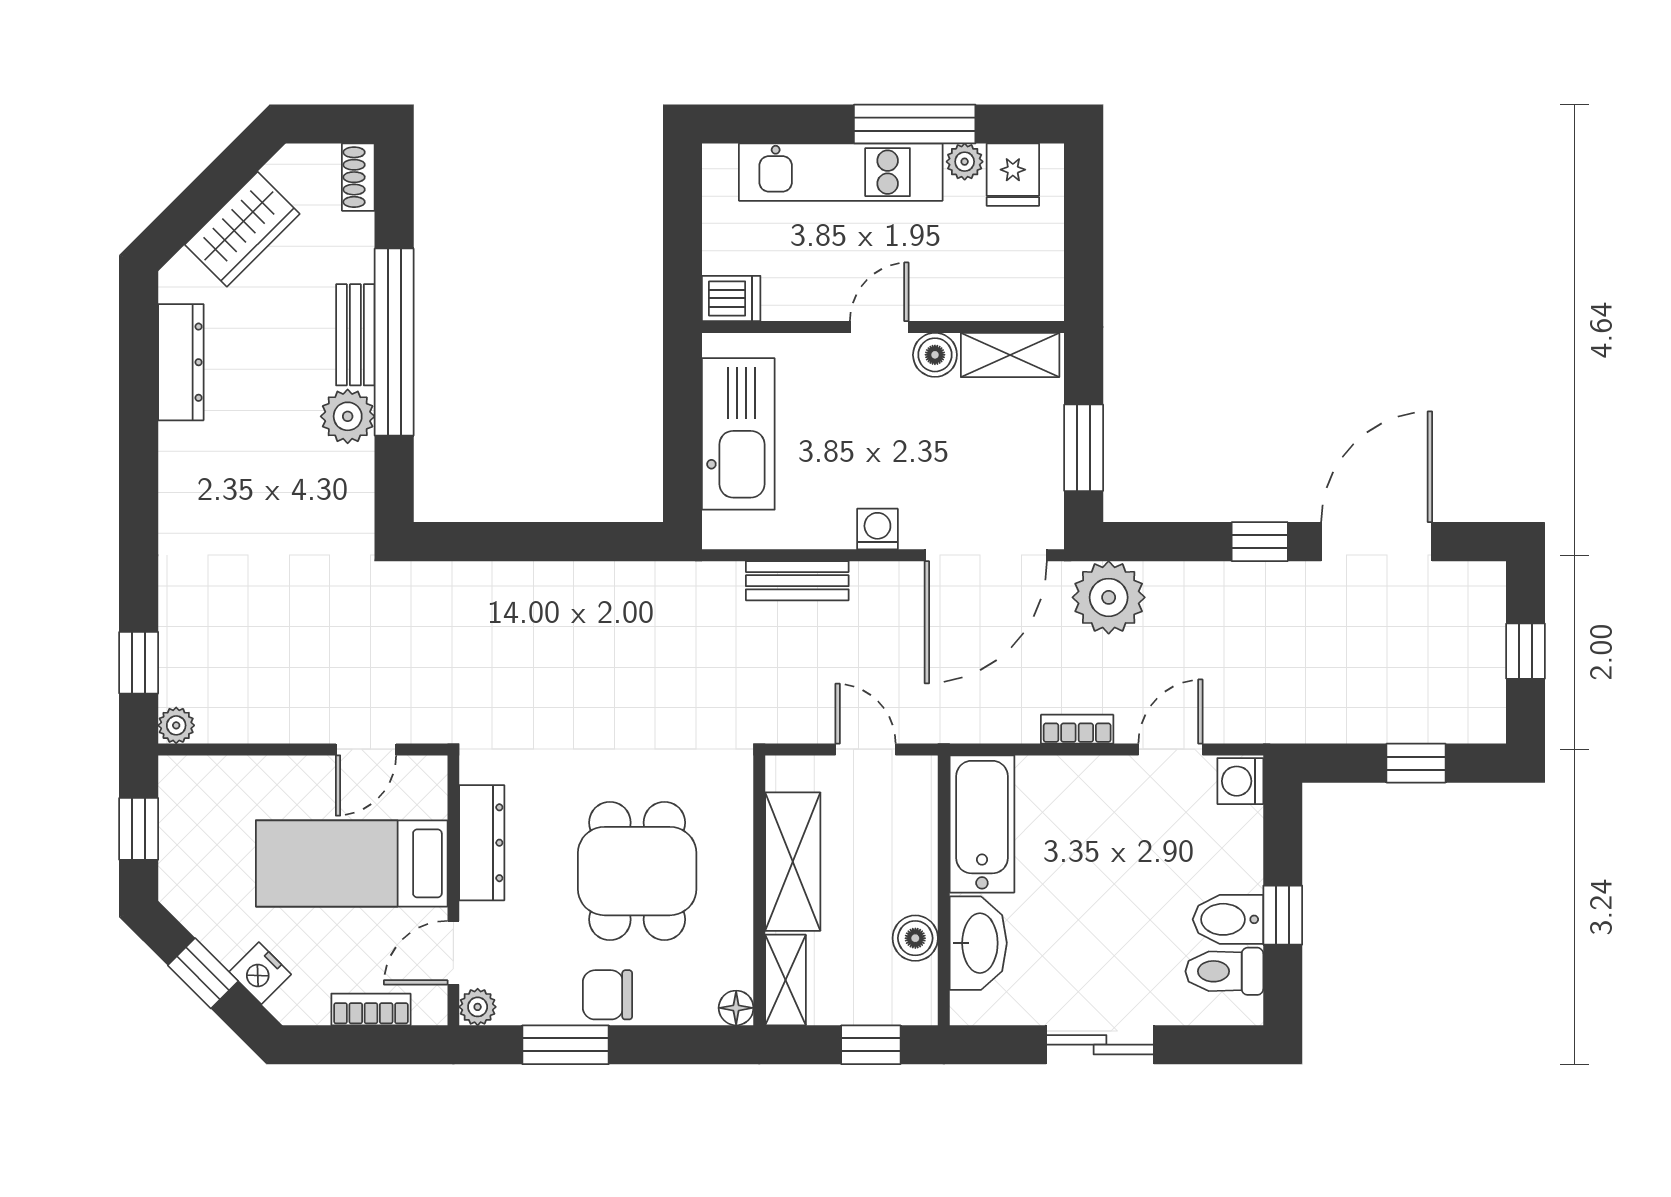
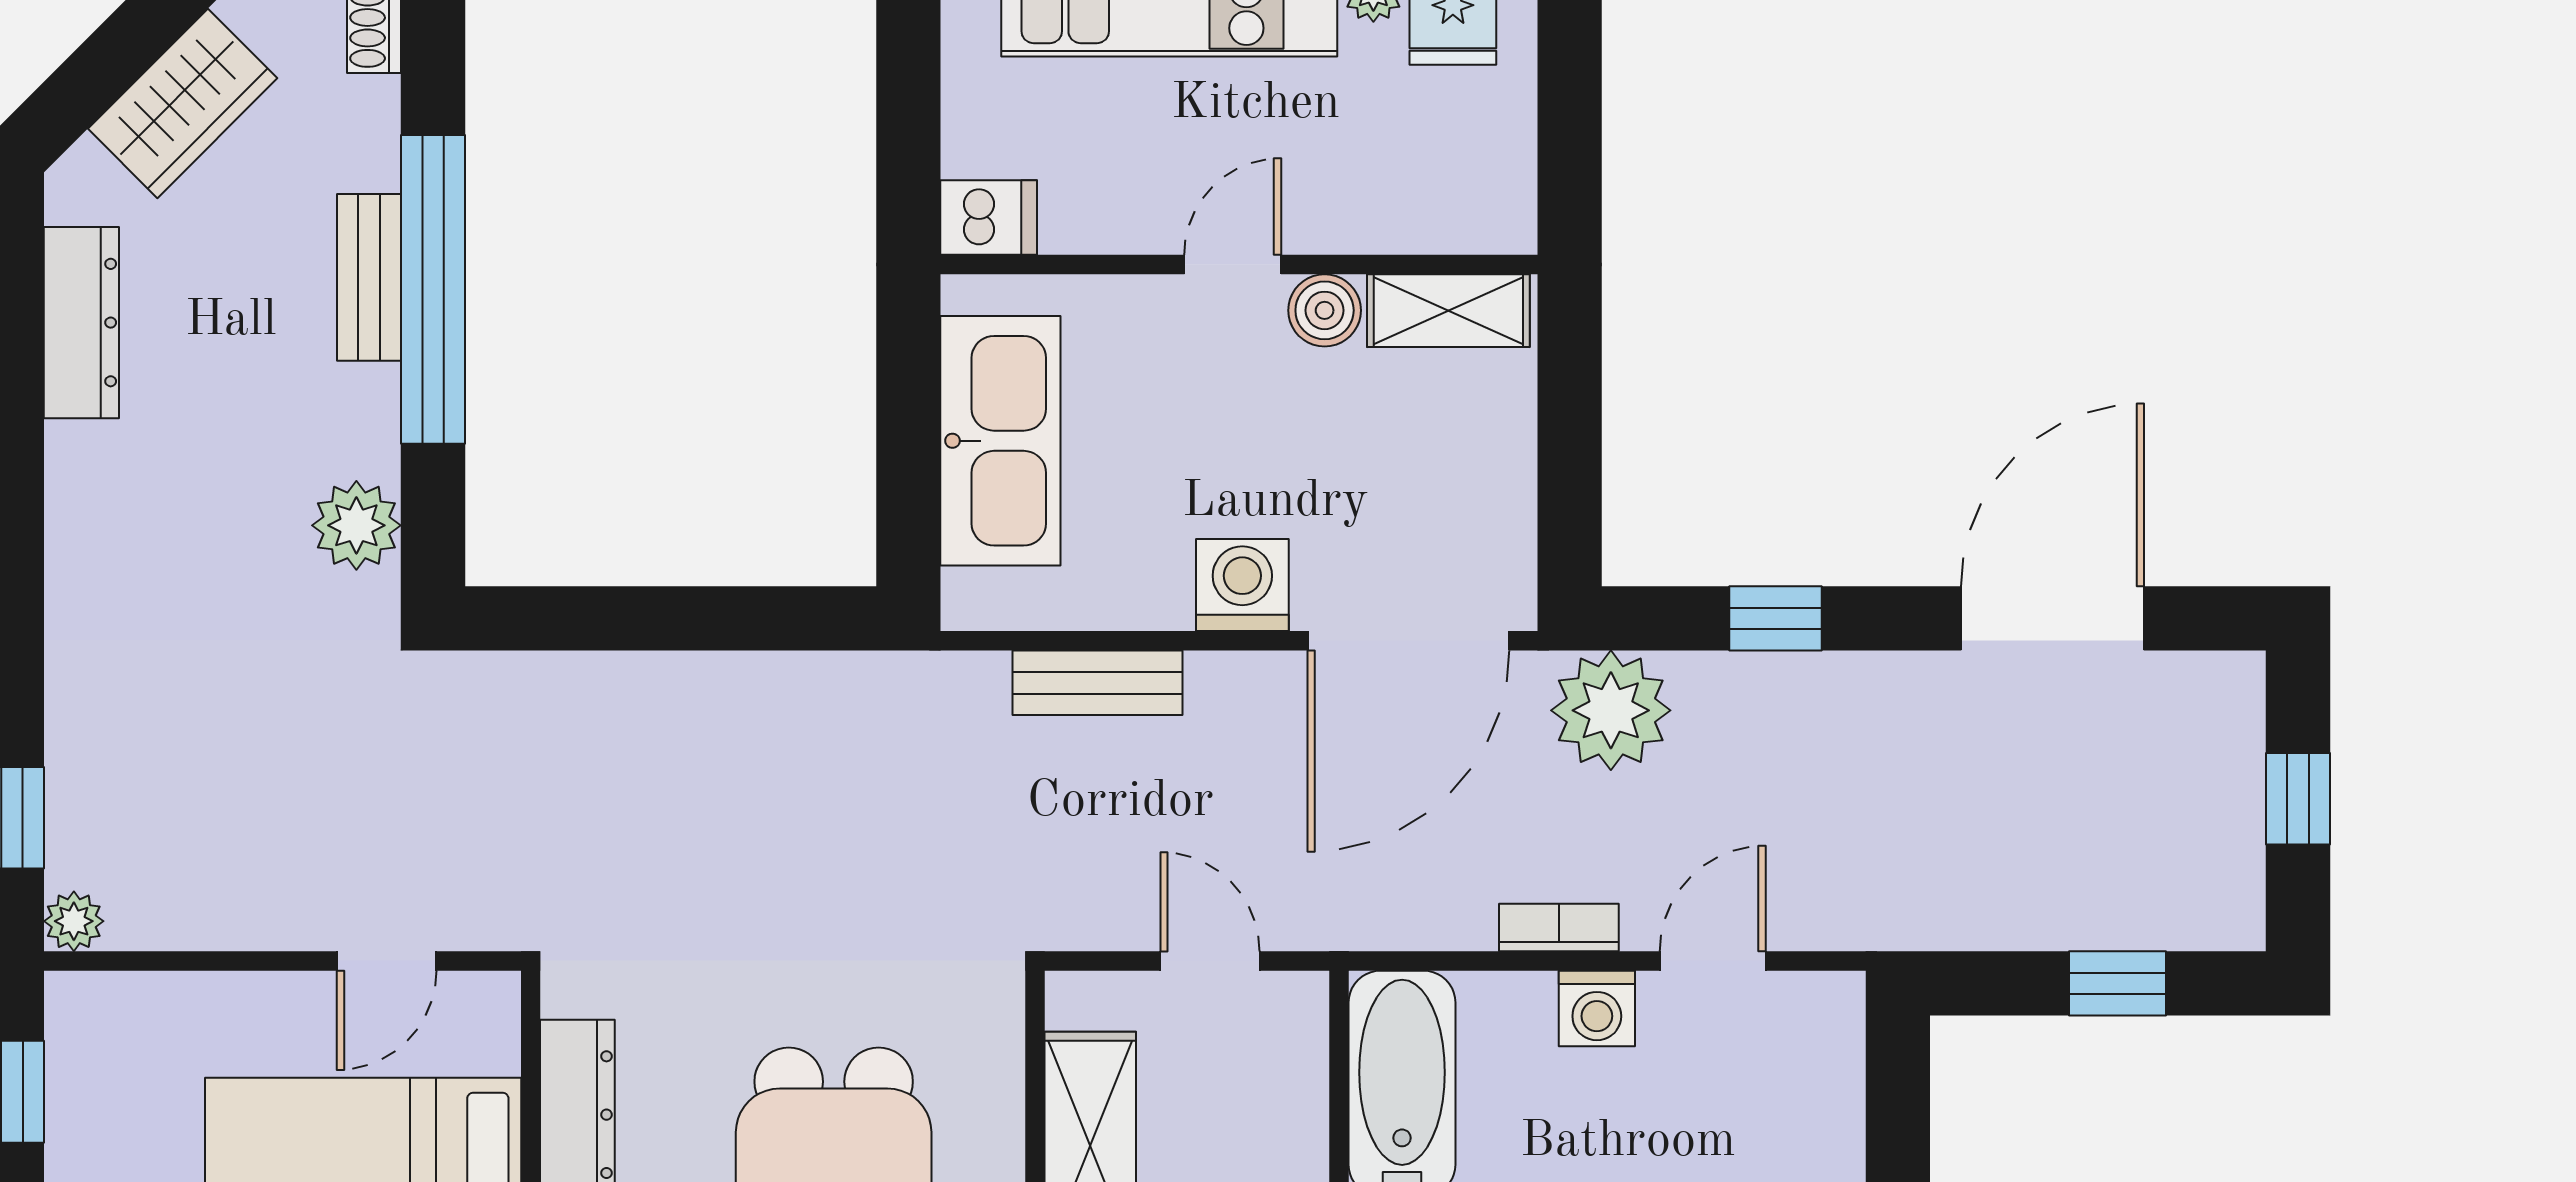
plant: (348, 416) -> (356, 525), moved
window: (1084, 448) -> (1570, 464), removed
washing machine: (877, 529) -> (1242, 585), width x1.38, depth x1.38
window: (1260, 542) -> (1776, 618), moved
washing machine: (1240, 781) -> (1597, 1008), moved, turned -90

